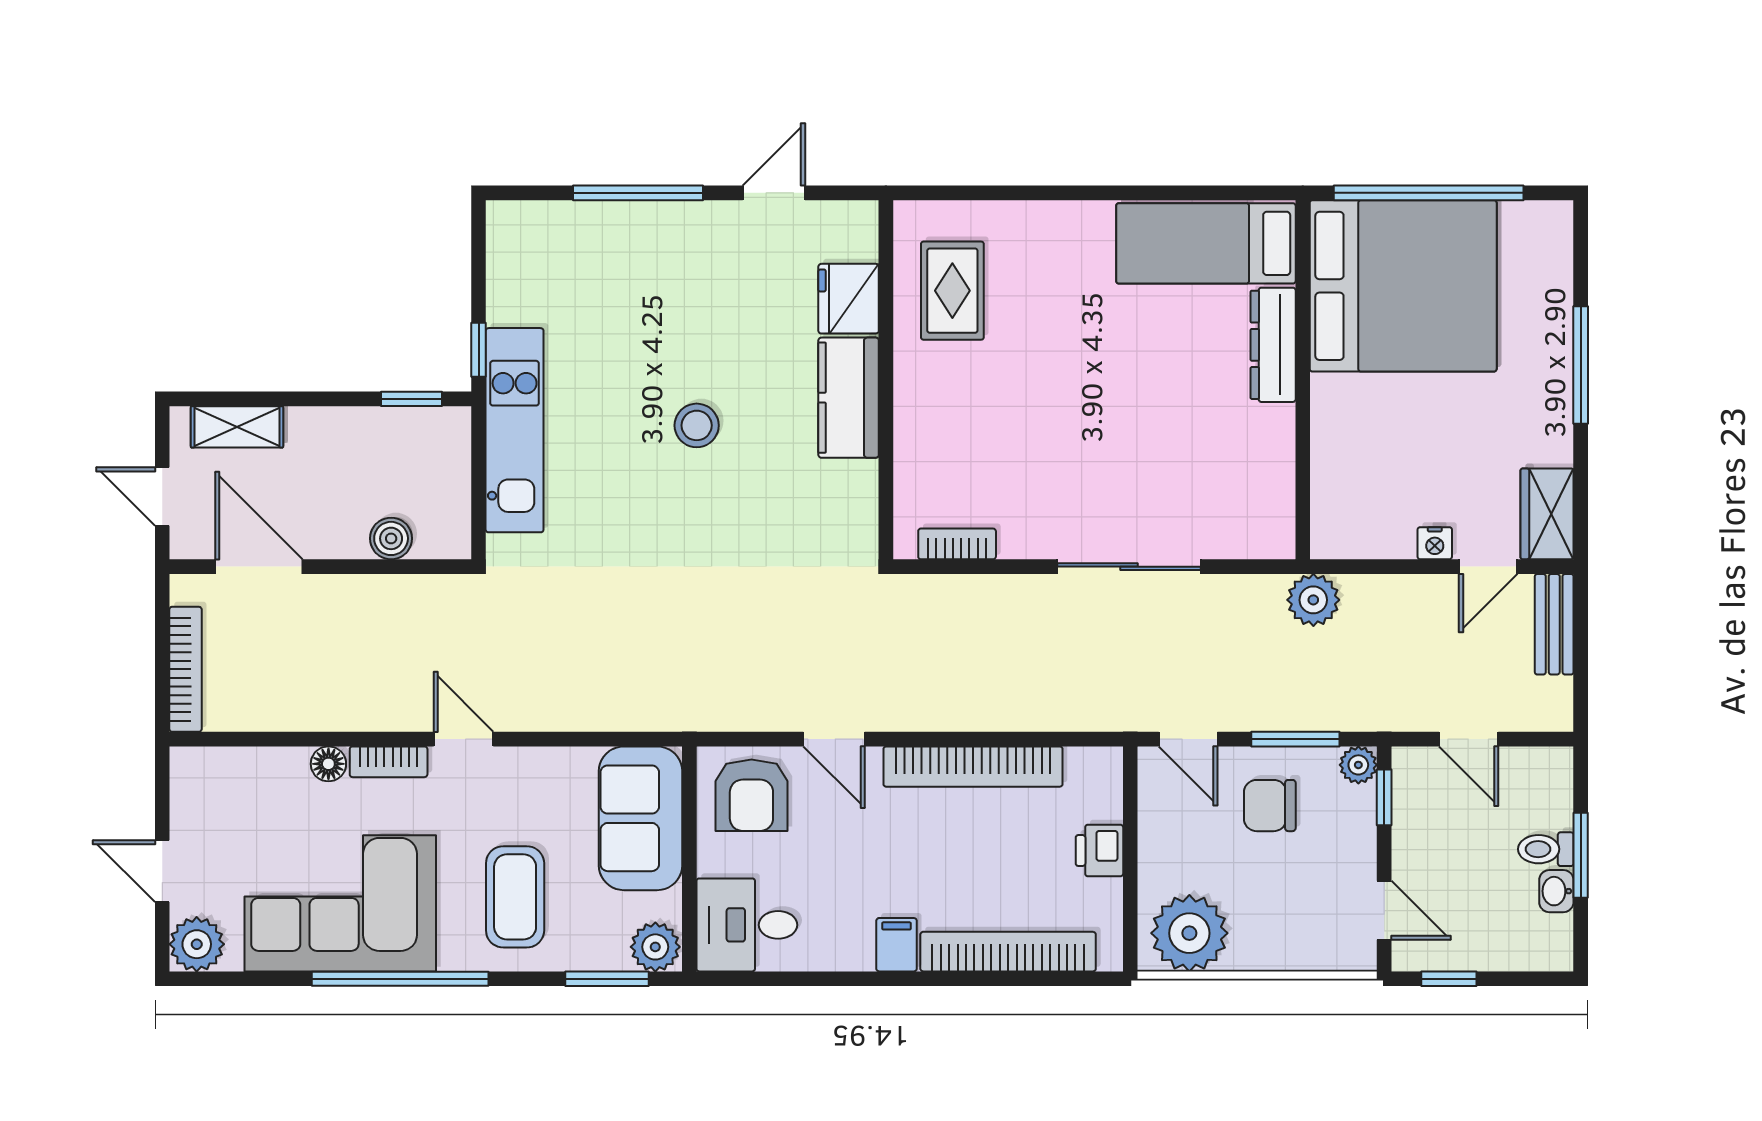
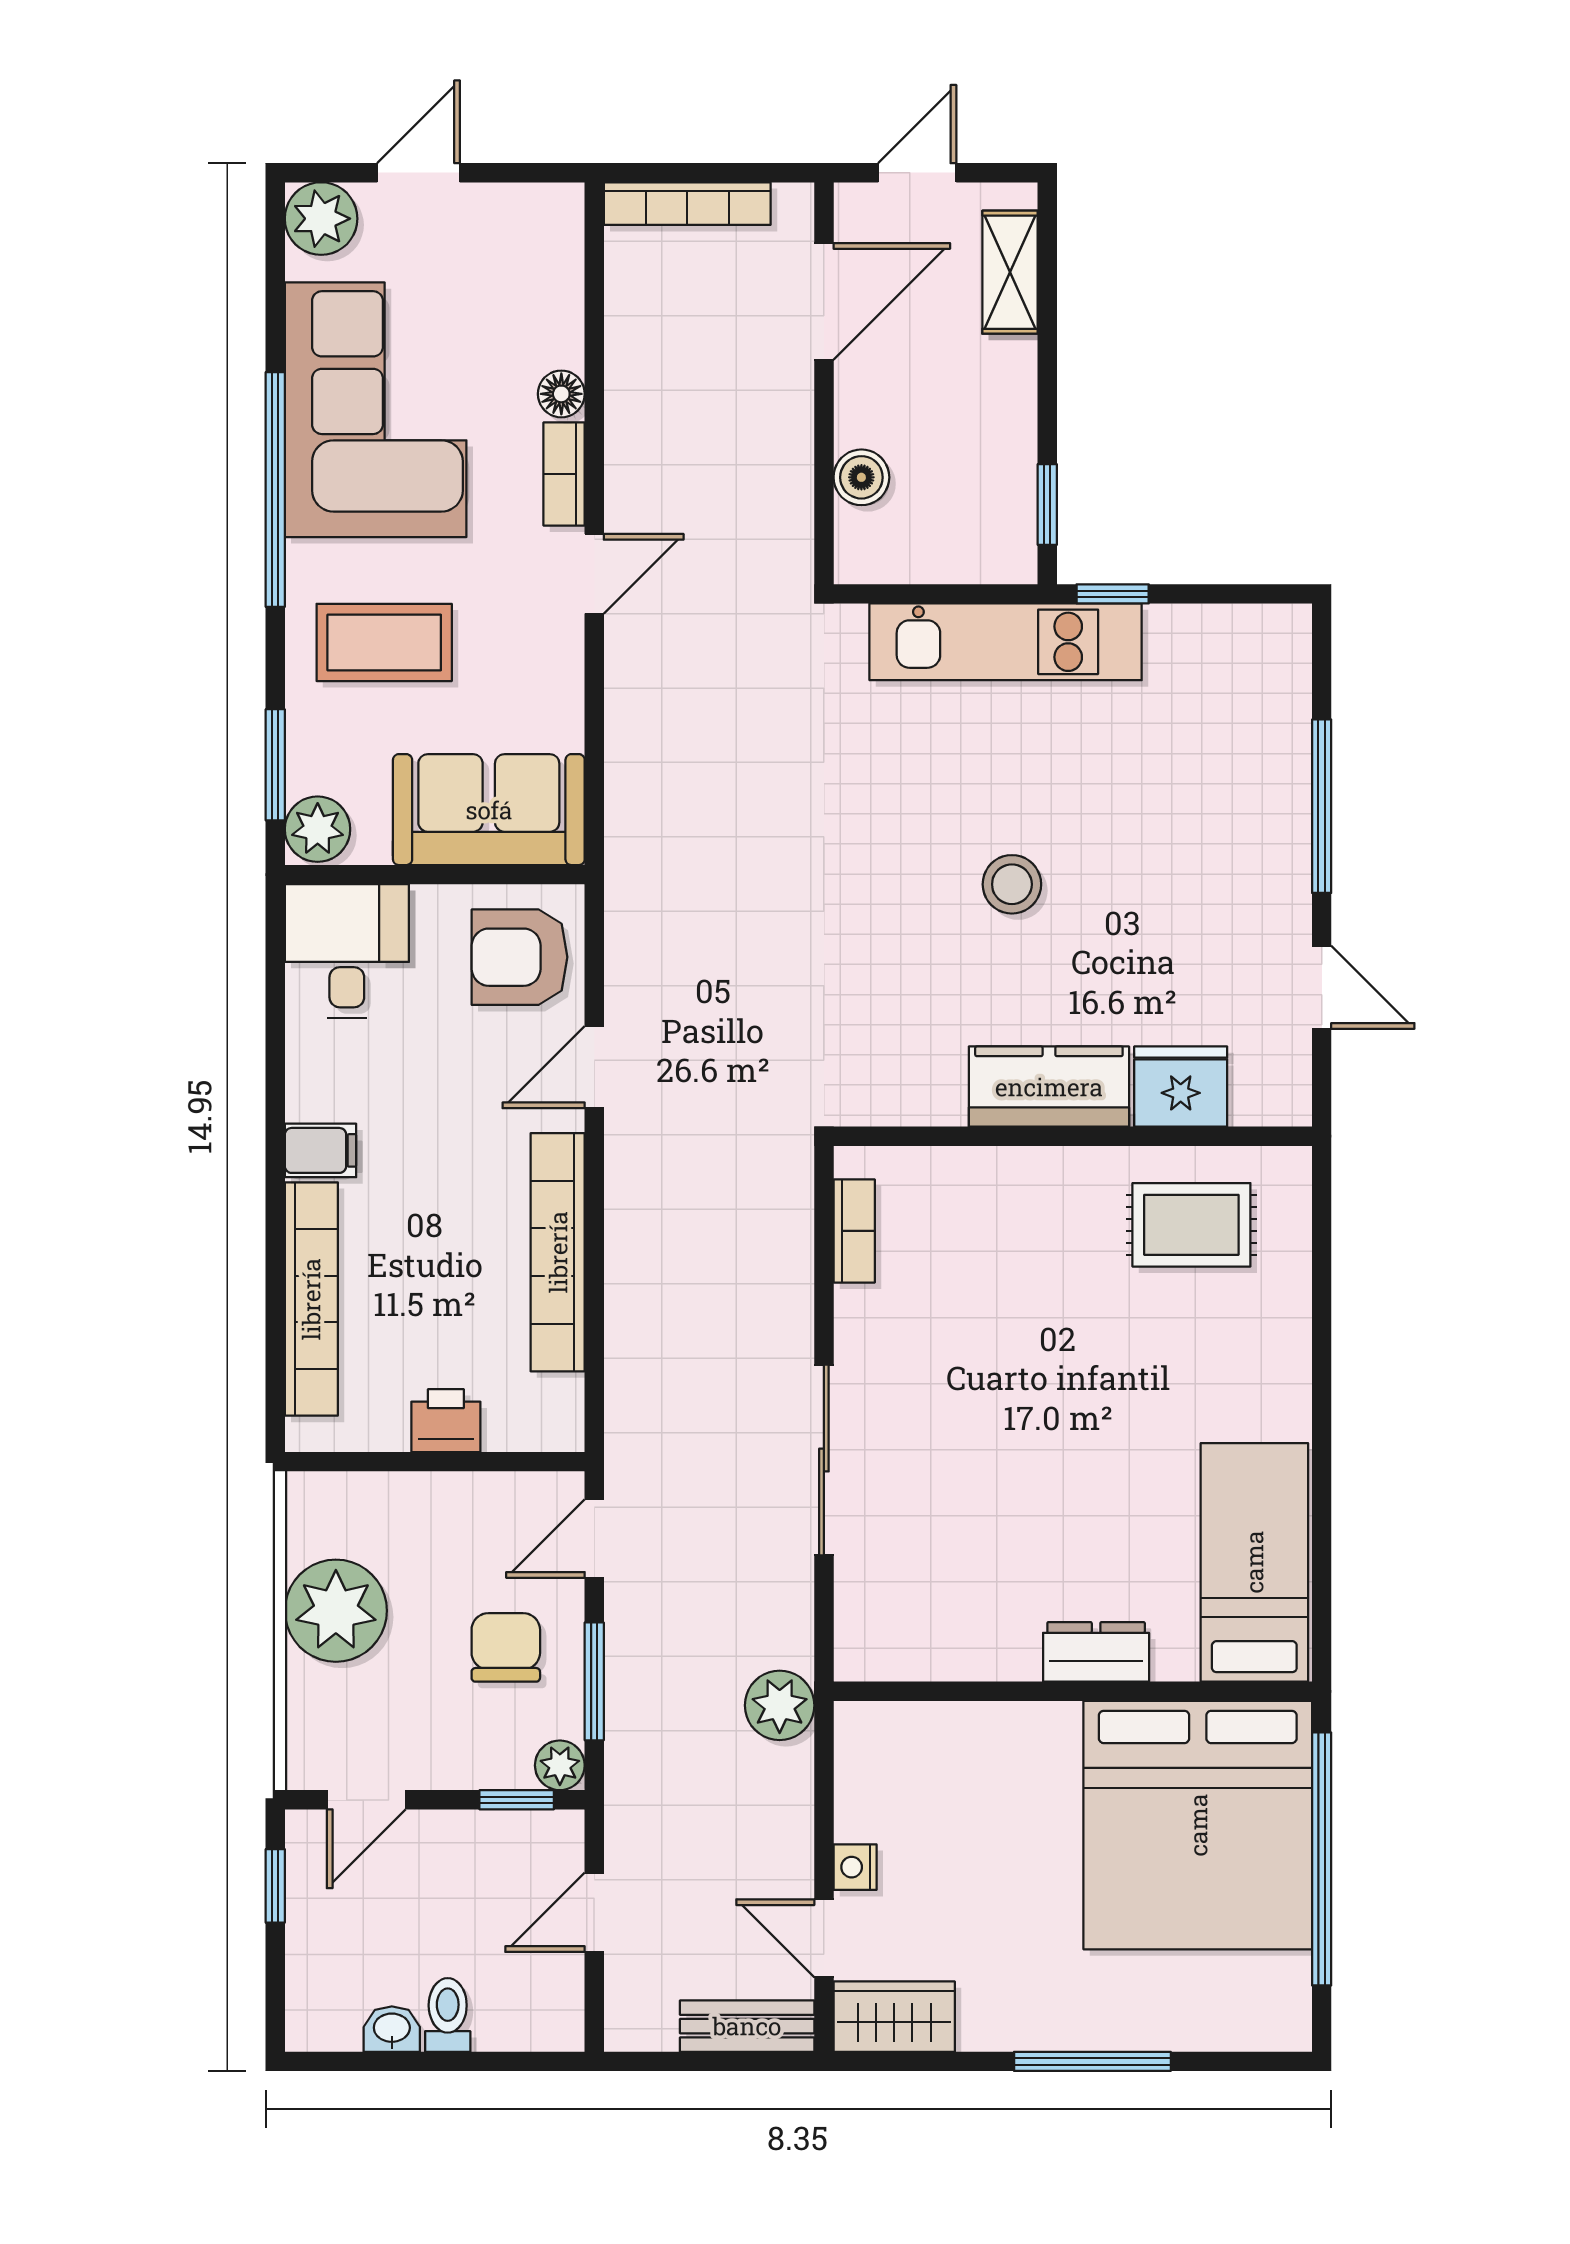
dresser: (1273, 345) -> (1096, 1652), width x0.70
window: (1581, 855) -> (440, 2061), removed
plant: (1189, 933) -> (336, 1611), moved

